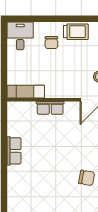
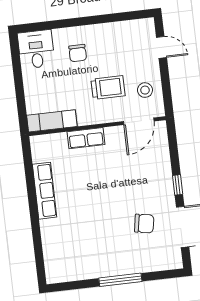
trolley: (76, 32) -> (108, 87), moved
row of seats: (14, 151) -> (45, 191), width x1.48

